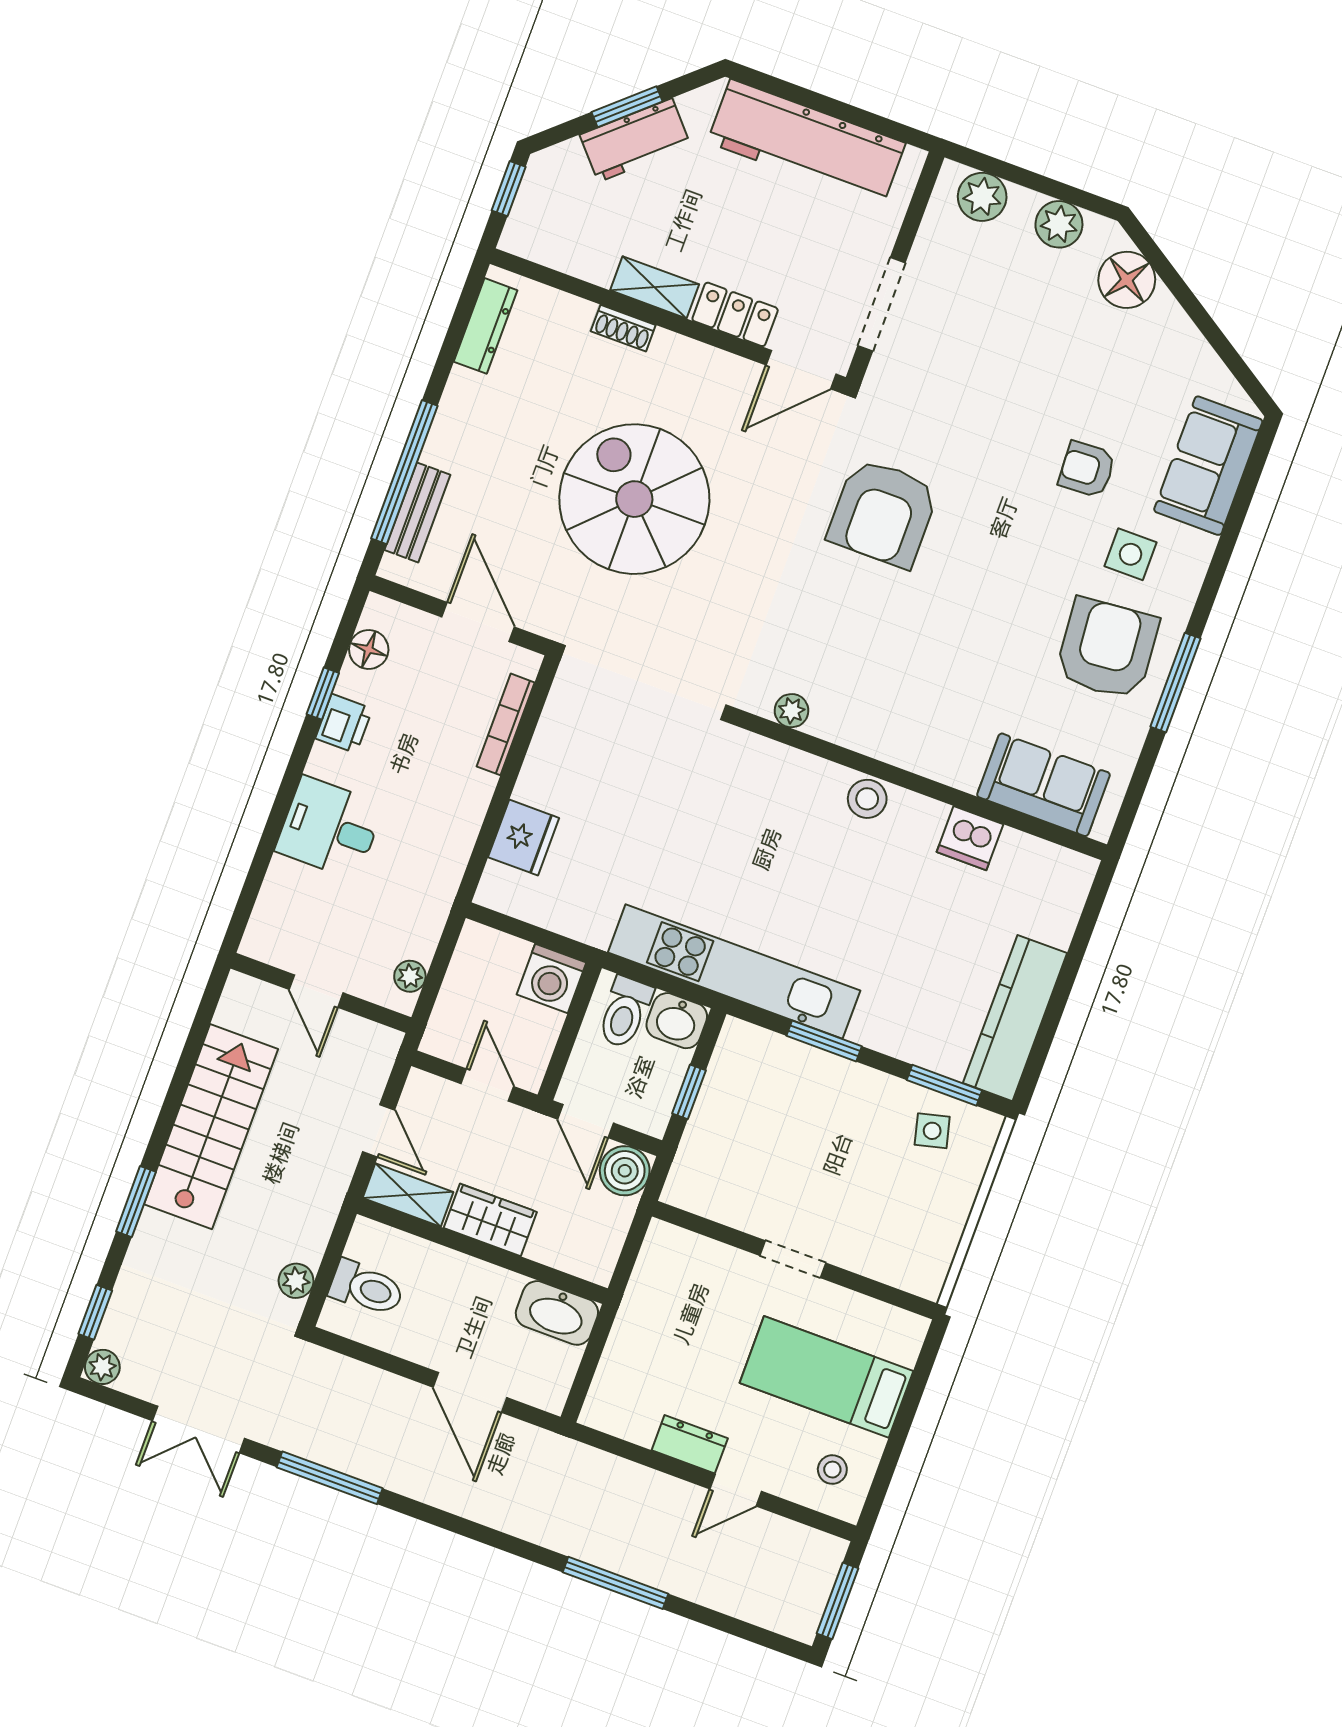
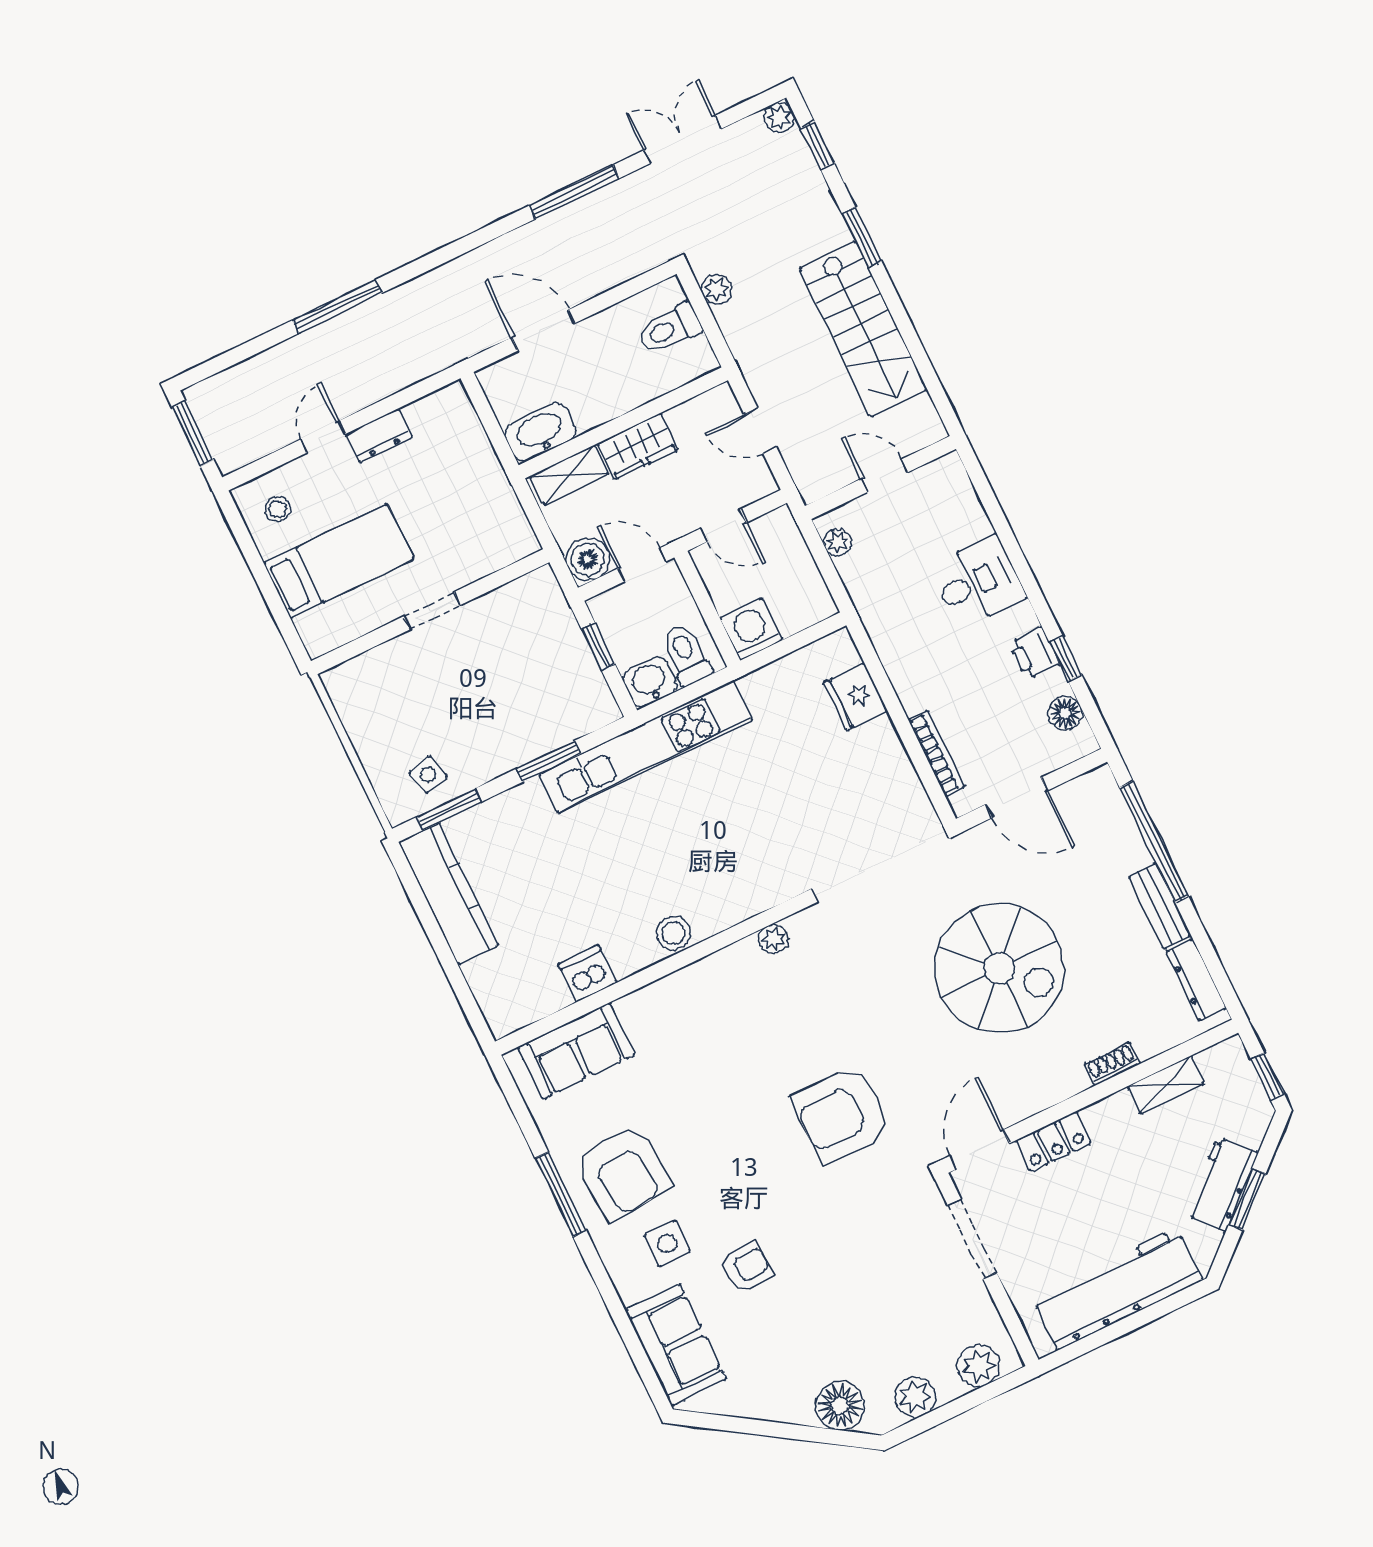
shelving: (655, 287) -> (1166, 1085), moved
bench: (417, 512) -> (1160, 906), moved
armchair: (883, 513) -> (841, 1114), turned -90
shelving: (408, 1195) -> (569, 475), moved

